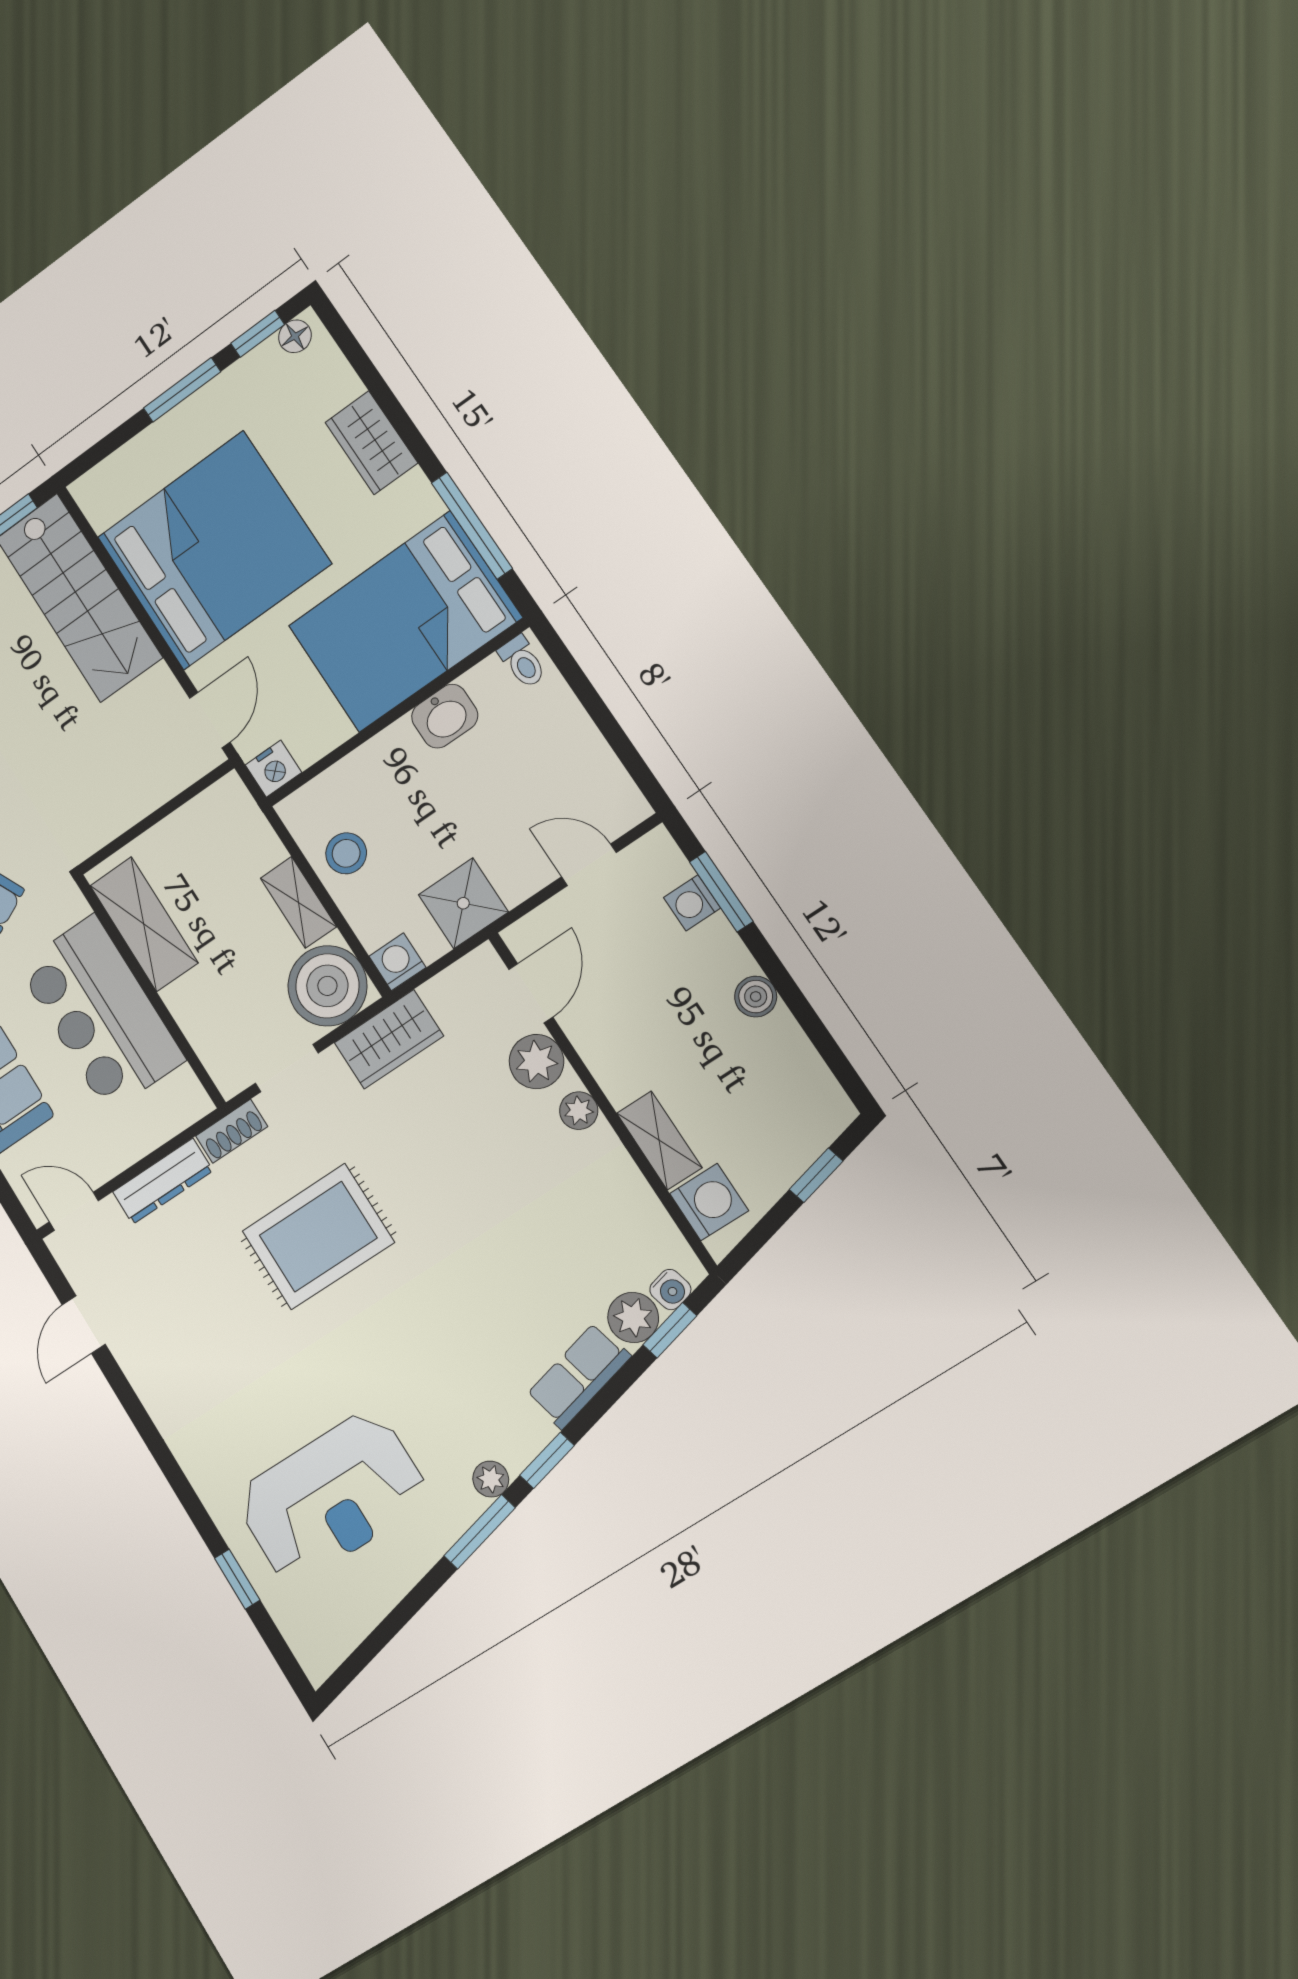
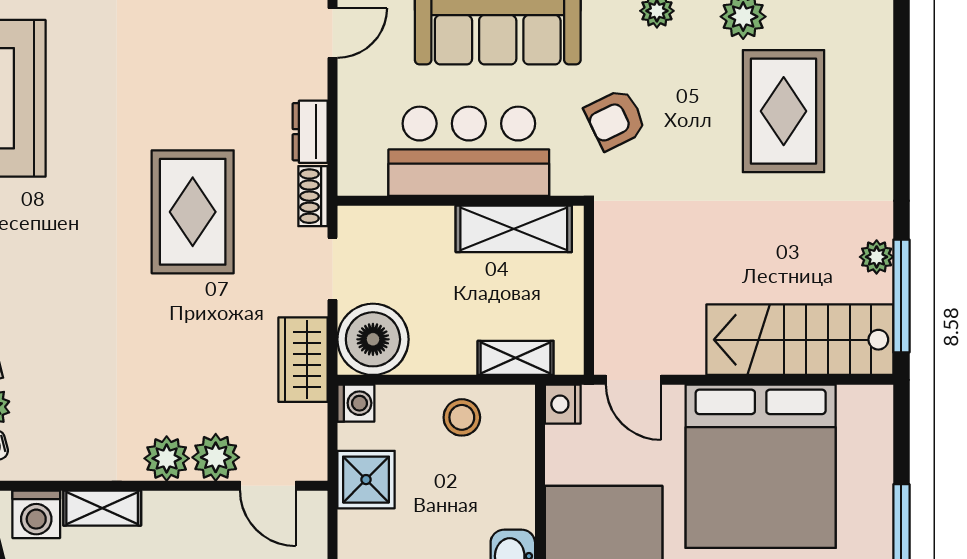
shelving: (298, 902) -> (516, 358), moved
plant: (579, 1111) -> (167, 458), width x1.38, depth x1.38
dresser: (163, 1181) -> (310, 132), width x0.70

